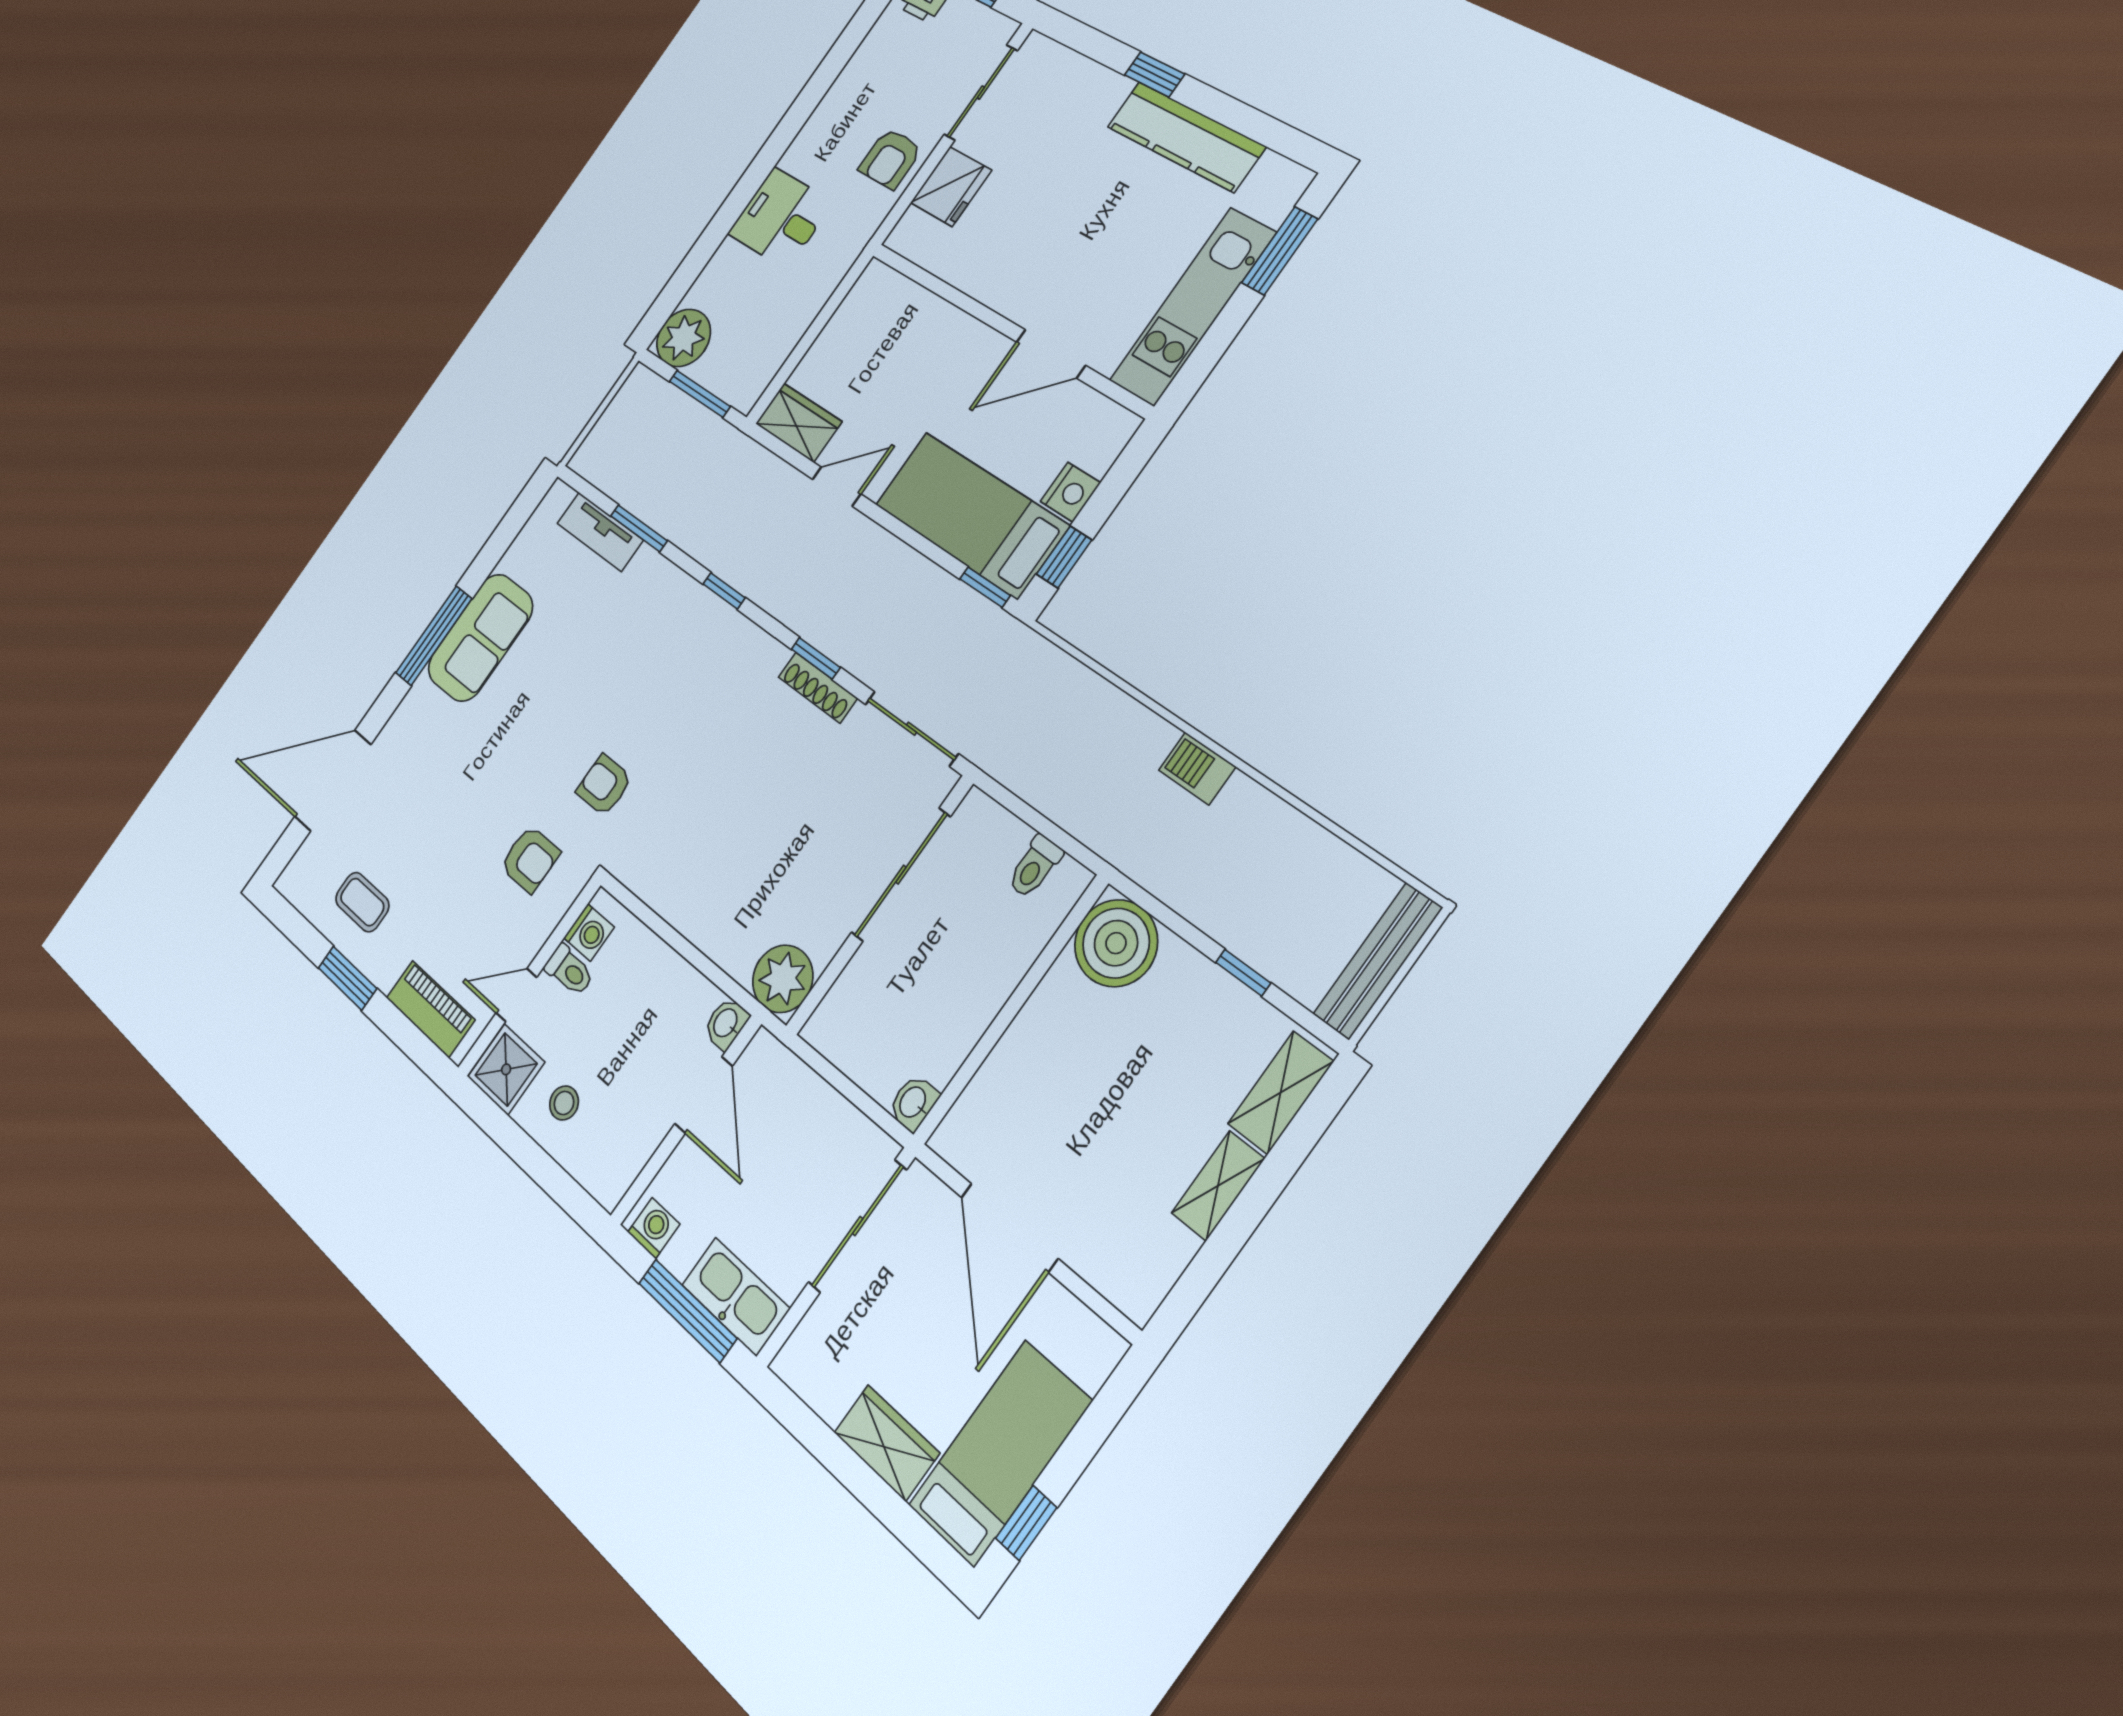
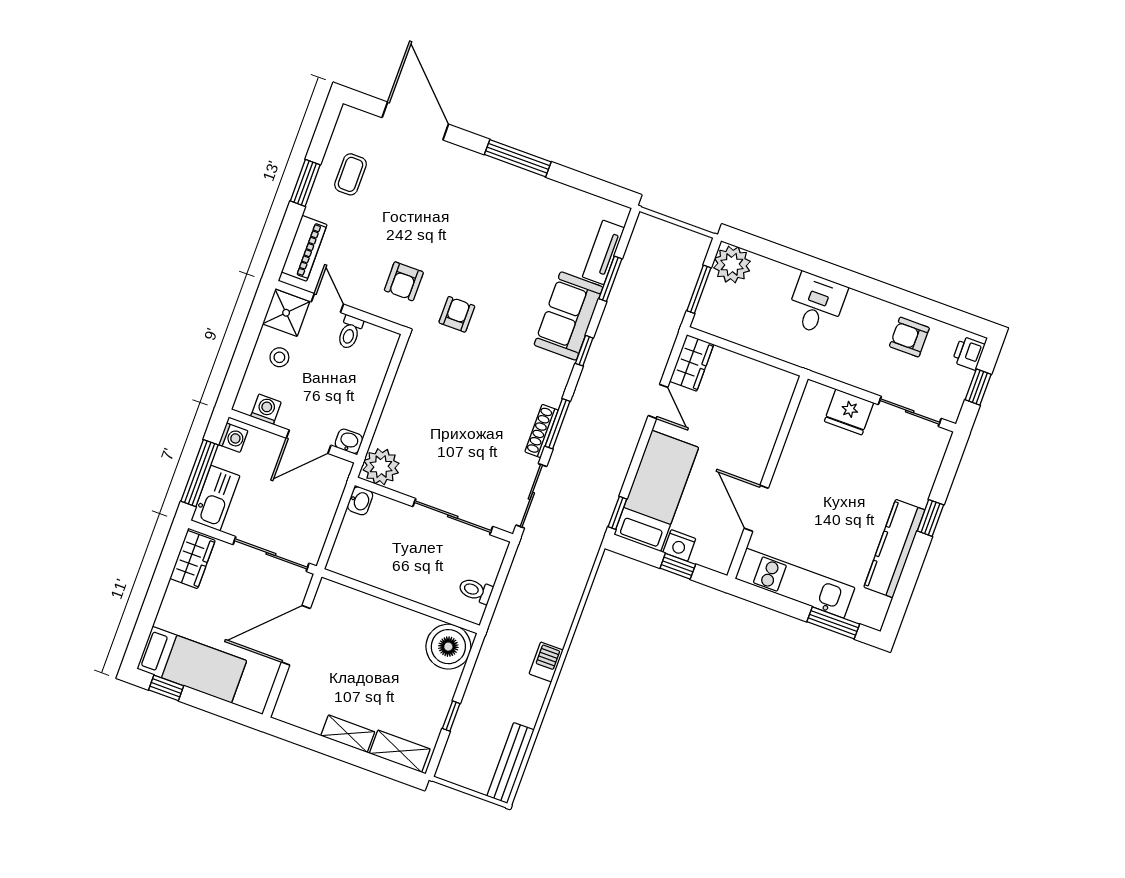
armchair: (890, 159) -> (909, 337), moved
window: (1064, 557) -> (678, 566), moved
sofa: (480, 638) -> (568, 316), moved, turned 90
window: (816, 658) -> (558, 424), width x1.50
washing machine: (589, 932) -> (266, 409), moved, turned 180
bench: (1378, 961) -> (511, 763), moved, turned 90
washbasin: (913, 1103) -> (360, 501), moved, turned 90
wardrobe: (887, 1443) -> (192, 559), moved

